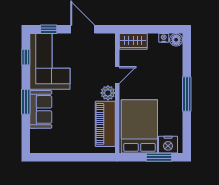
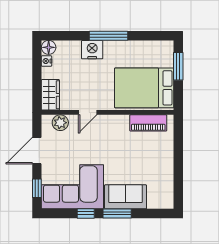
window: (26, 57) -> (86, 213), moved
door: (117, 75) -> (88, 112), swing flipped
plant: (108, 93) -> (60, 123), moved
piano: (105, 124) -> (148, 123), width x0.73, depth x0.75
nightstand: (168, 145) -> (92, 50), moved, turned -90

